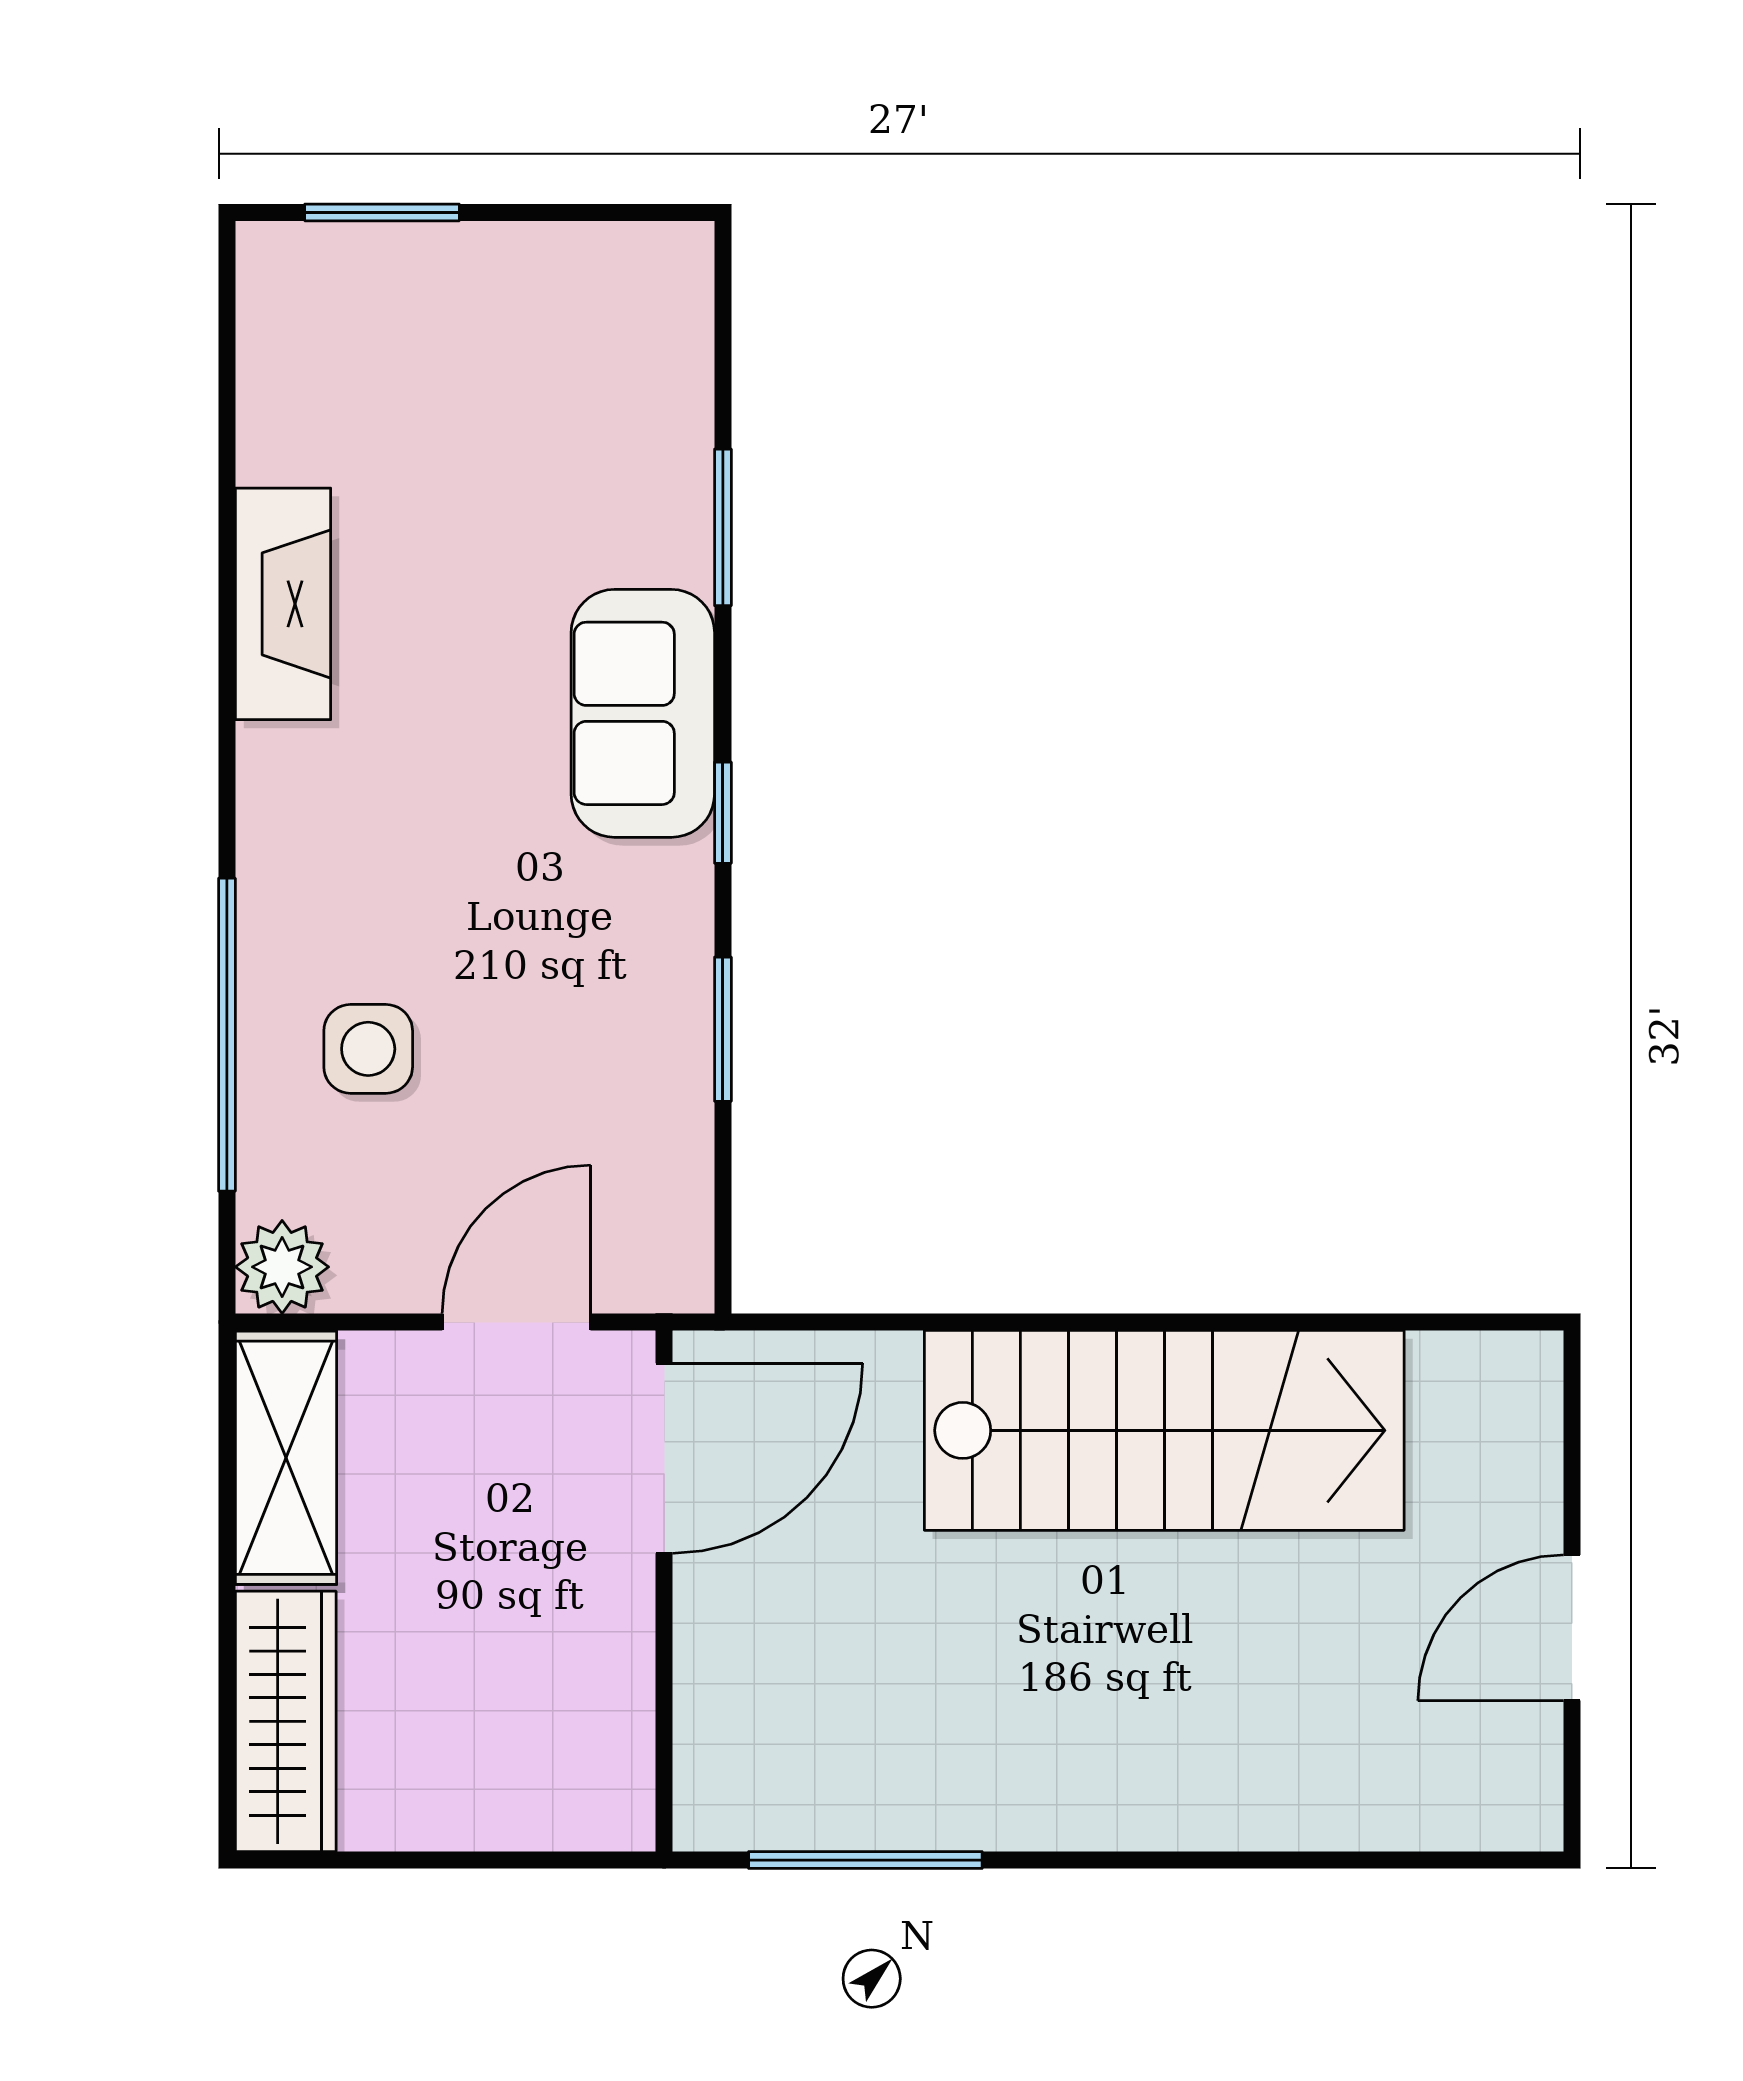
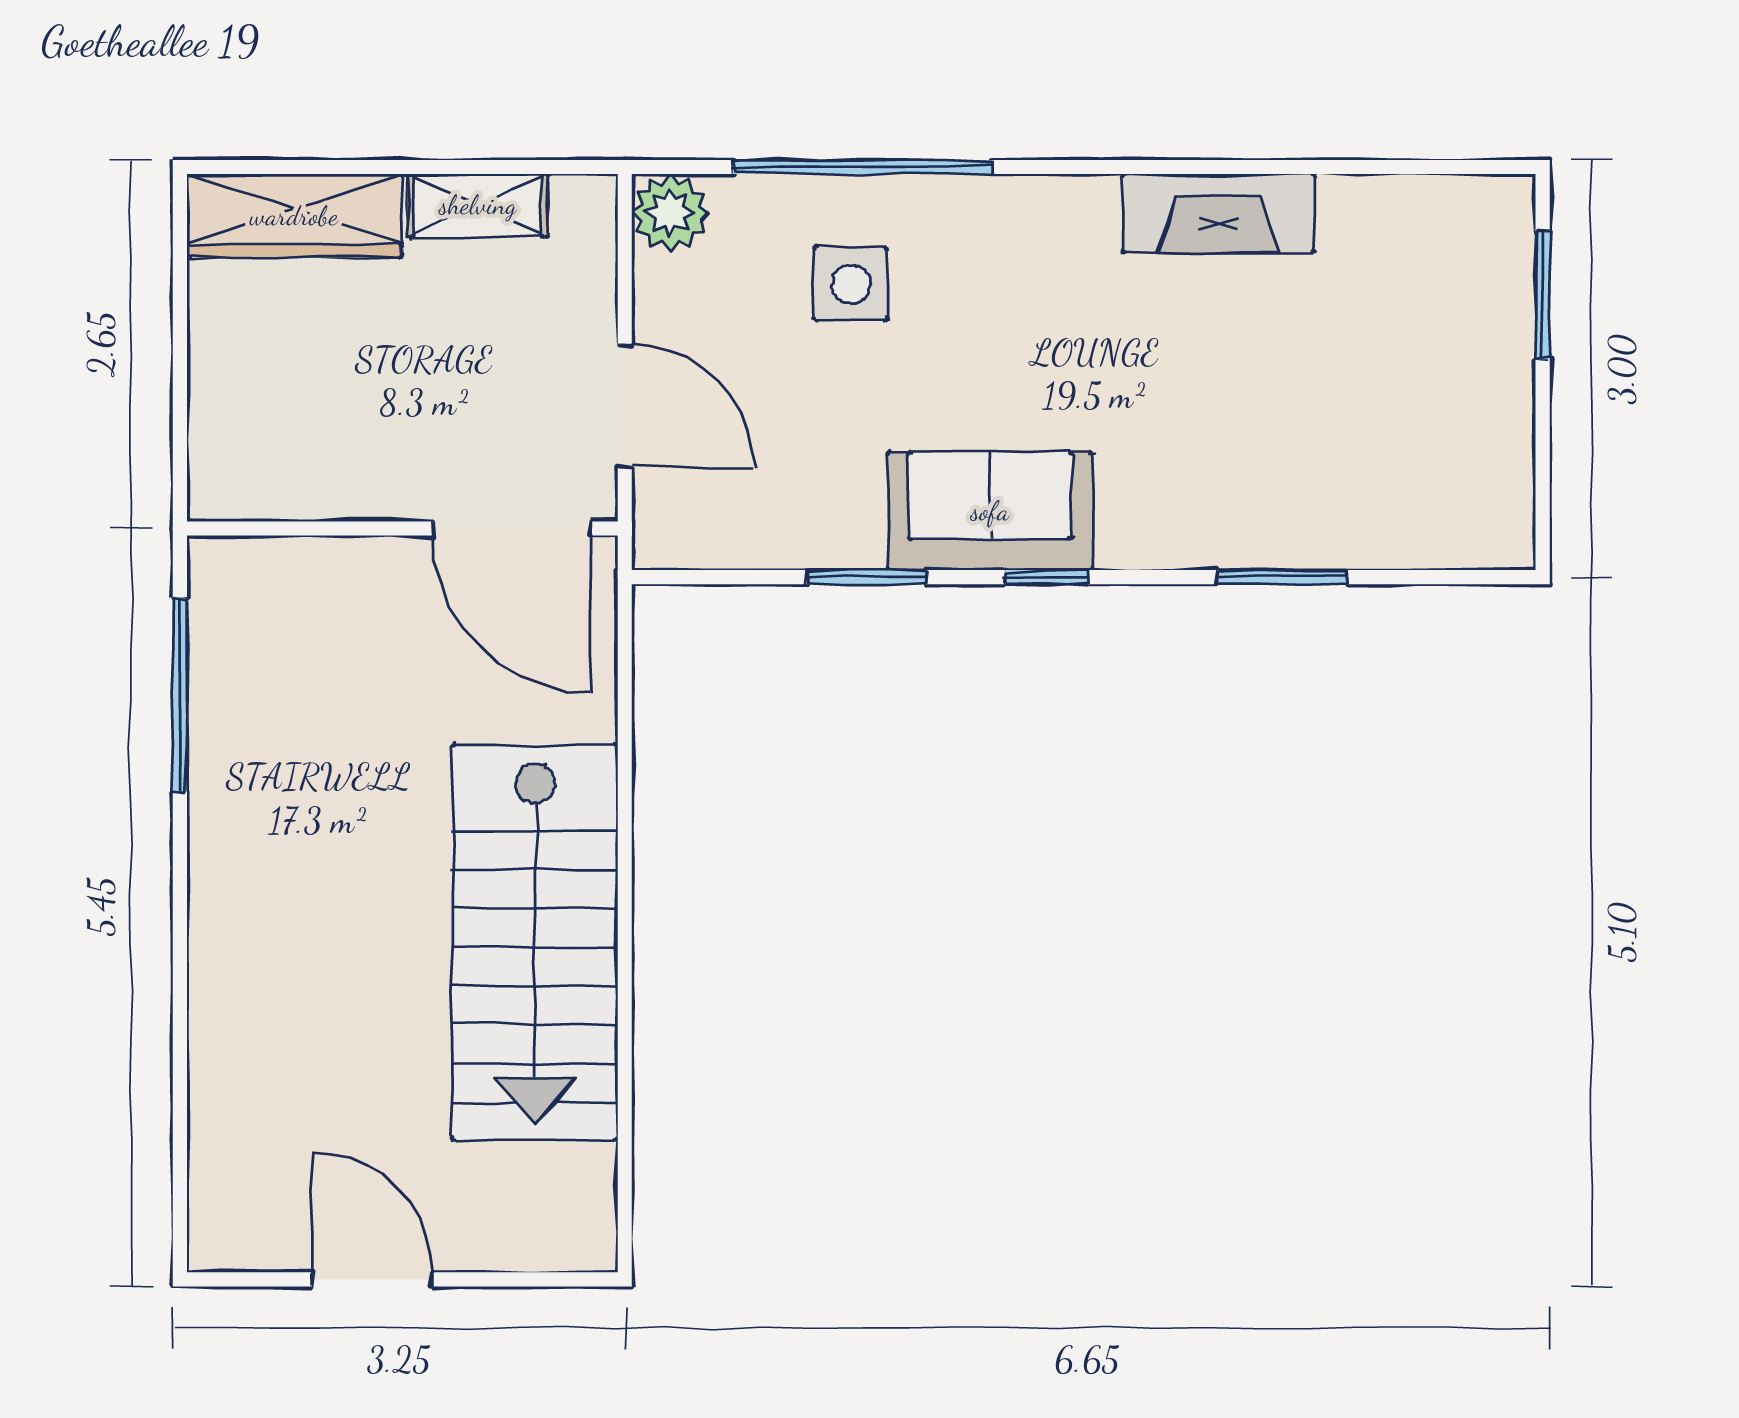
sofa: (643, 713) -> (990, 511), moved
shelving: (286, 1458) -> (478, 205), width x0.67, depth x0.75

